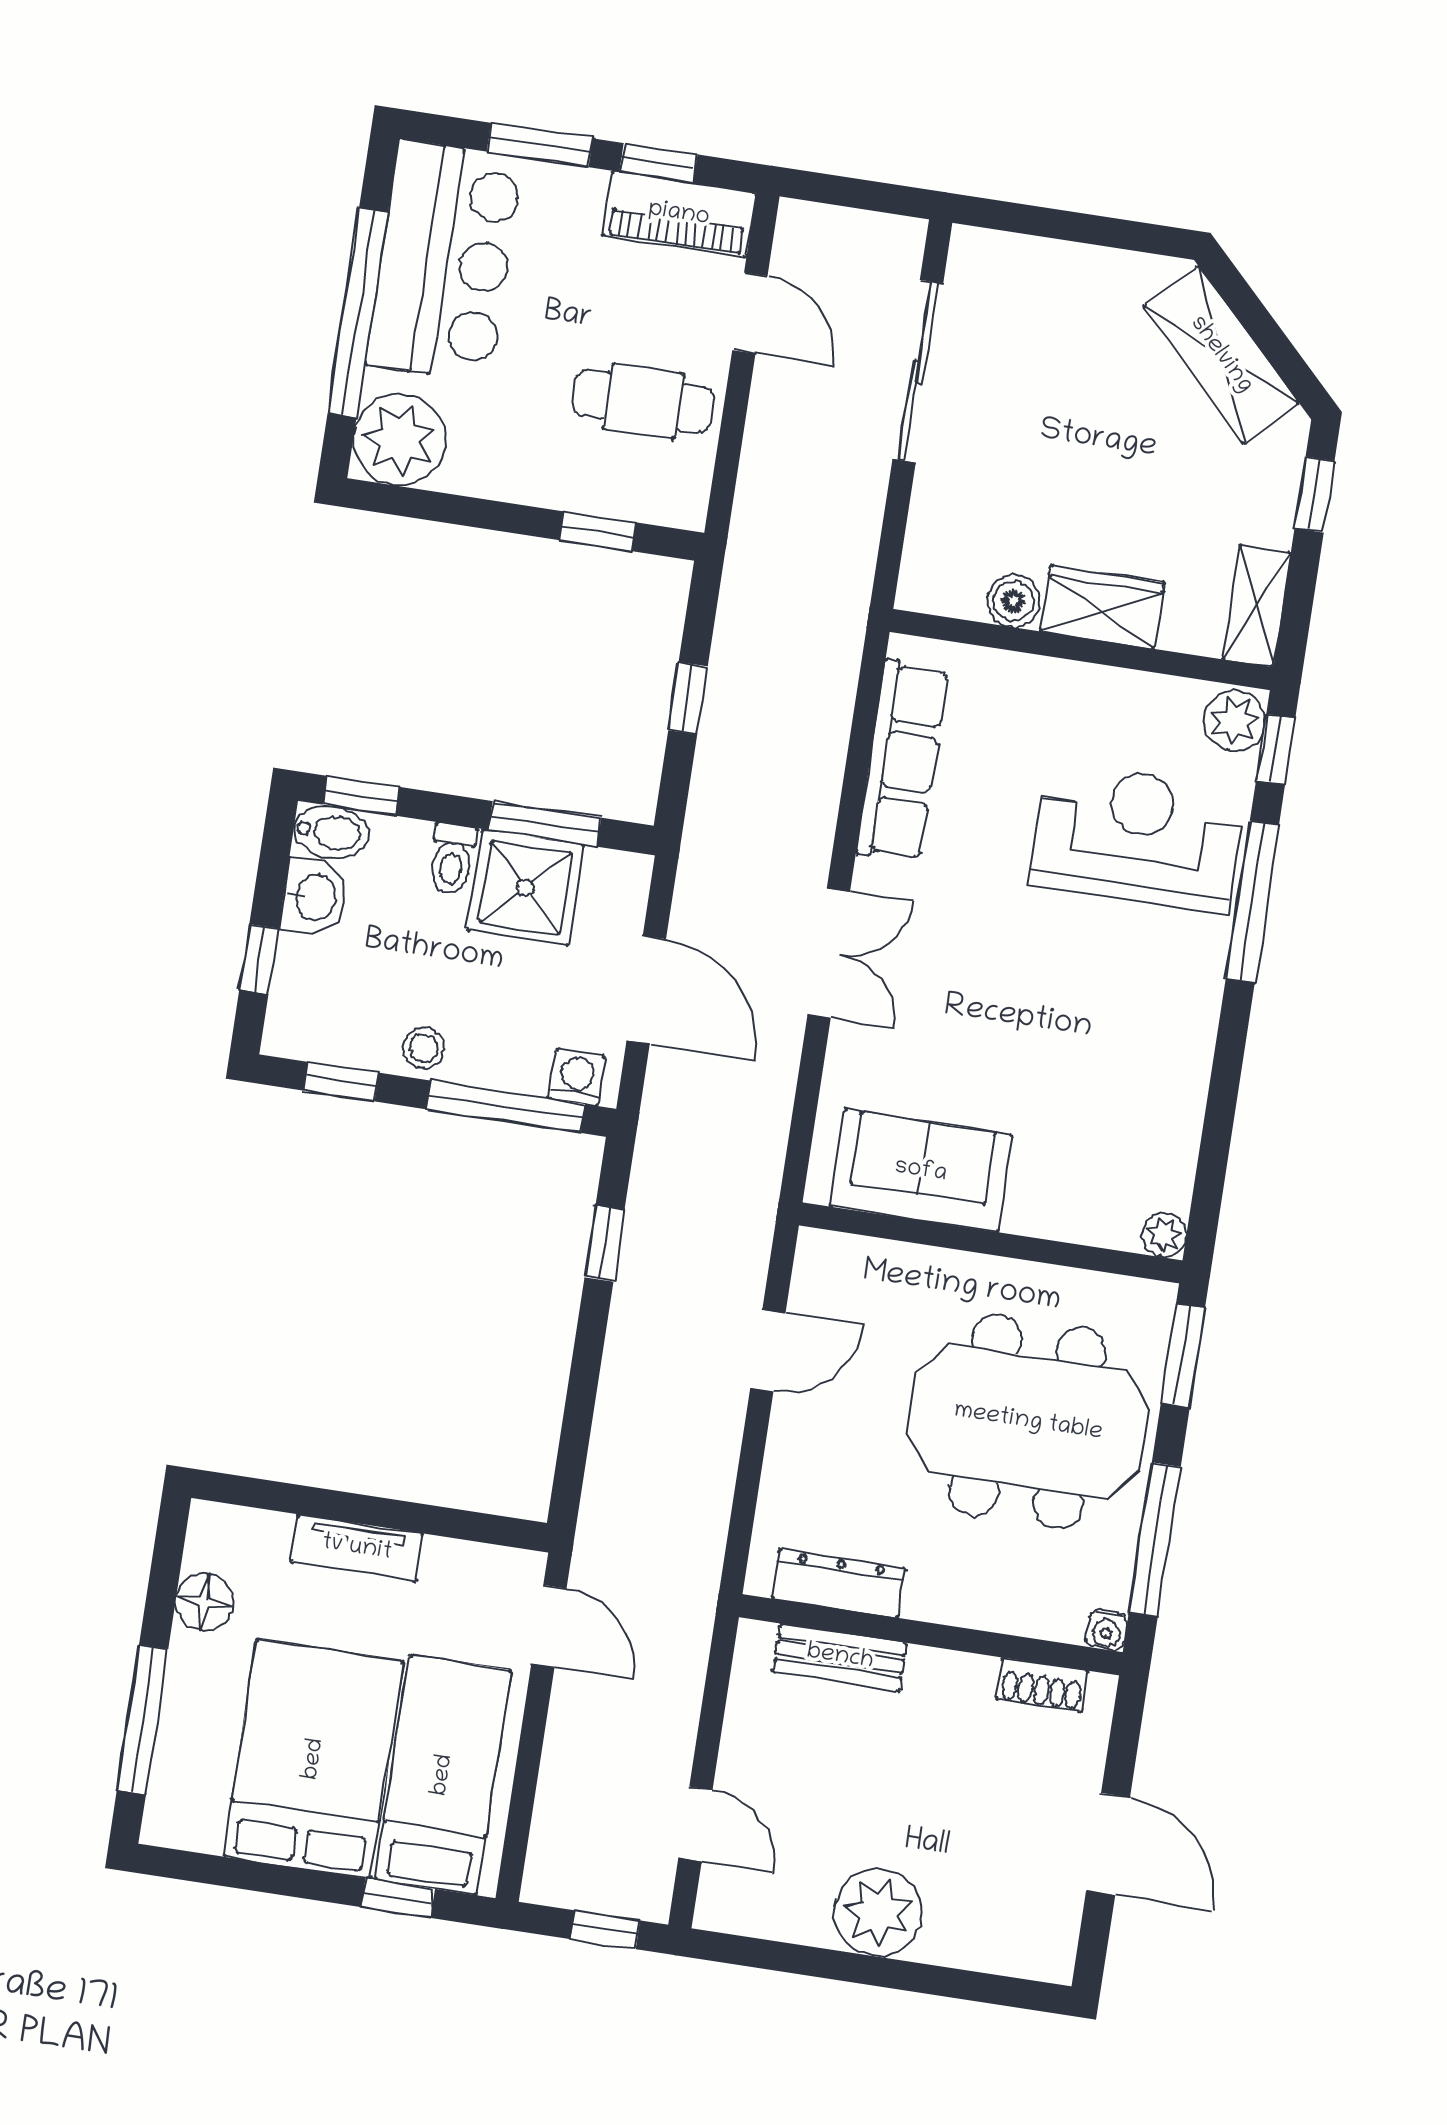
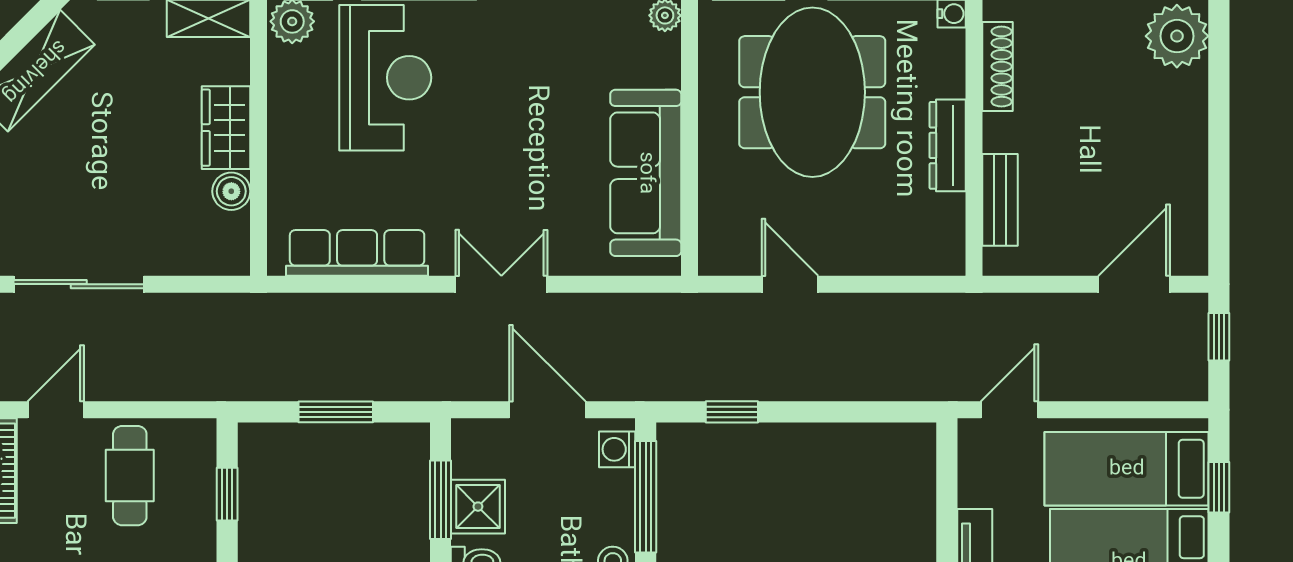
window: (688, 698) -> (336, 412), width x1.50
reception desk: (1137, 837) -> (385, 78), turned 180
shower: (525, 888) -> (478, 507), width x0.73, depth x0.73
door: (646, 990) -> (547, 410), hinge flipped
sofa: (921, 1171) -> (646, 173), width x1.36
dresser: (839, 1583) -> (948, 145), moved
shoe rack: (1042, 1685) -> (998, 67), width x1.43
door: (695, 1824) -> (1134, 284), width x1.38
plant: (878, 1912) -> (1177, 36), moved

